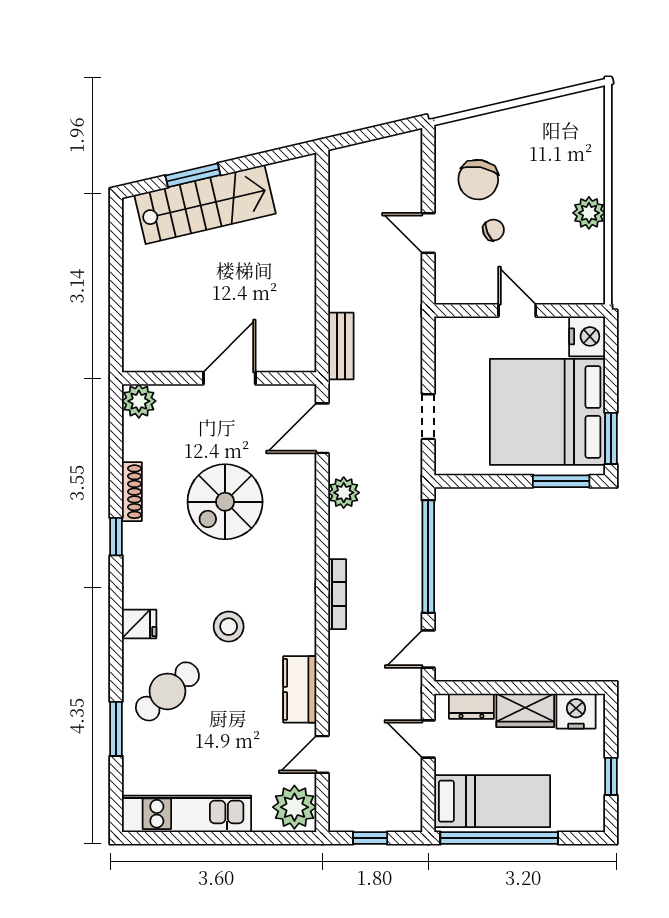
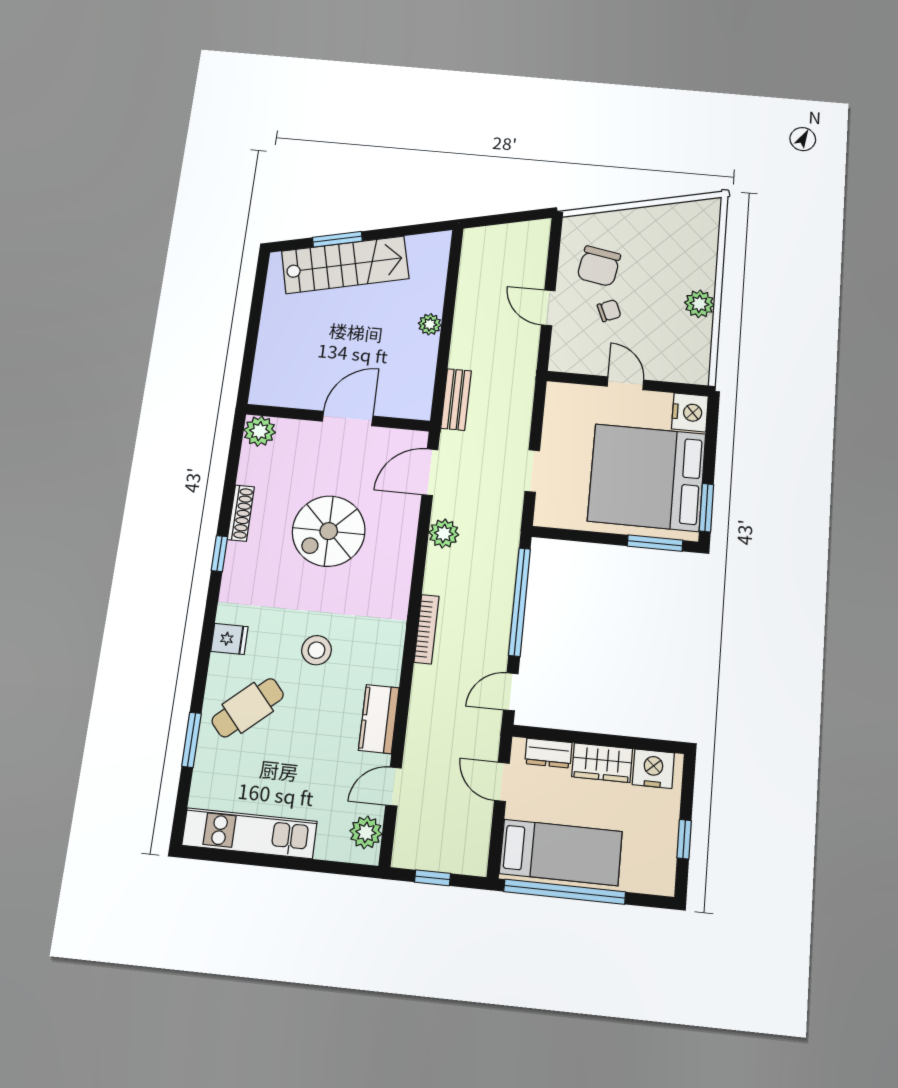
plant: (304, 264) -> (430, 324), added
plant: (294, 807) -> (366, 832), width x0.73, depth x0.73

